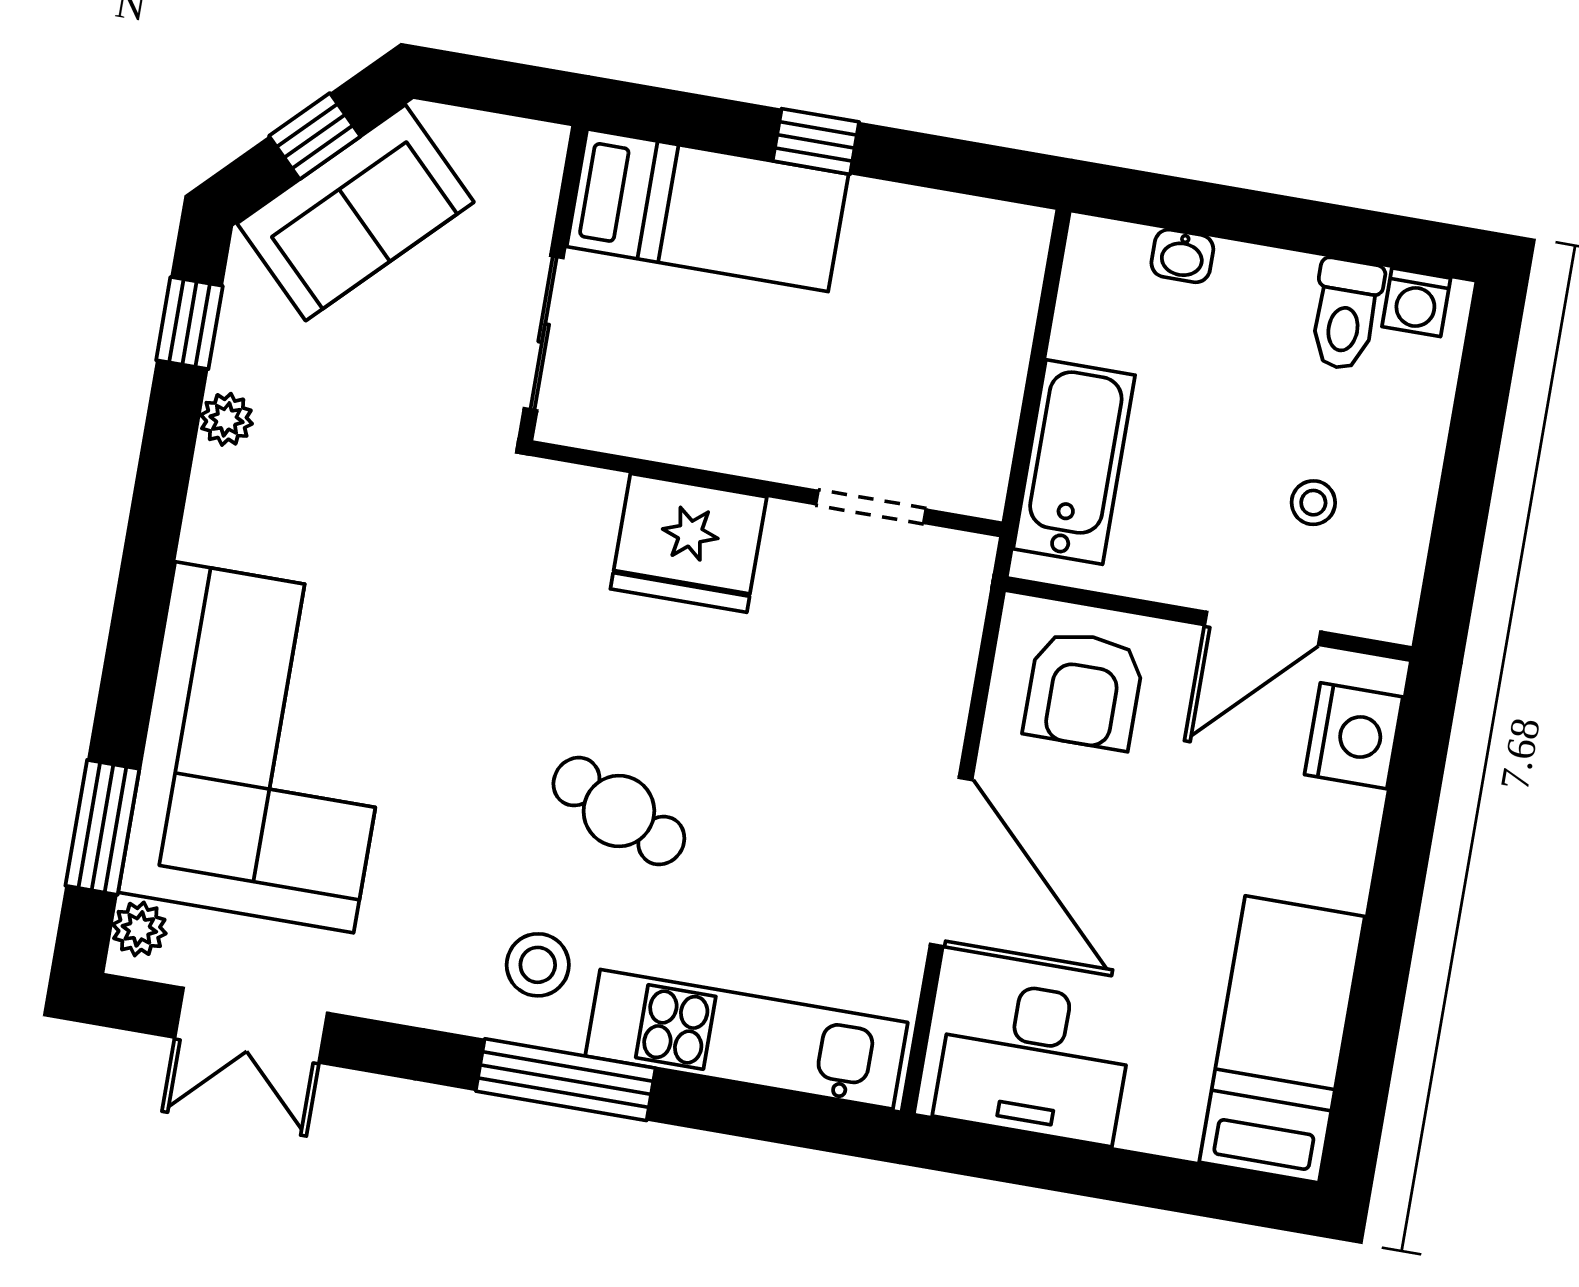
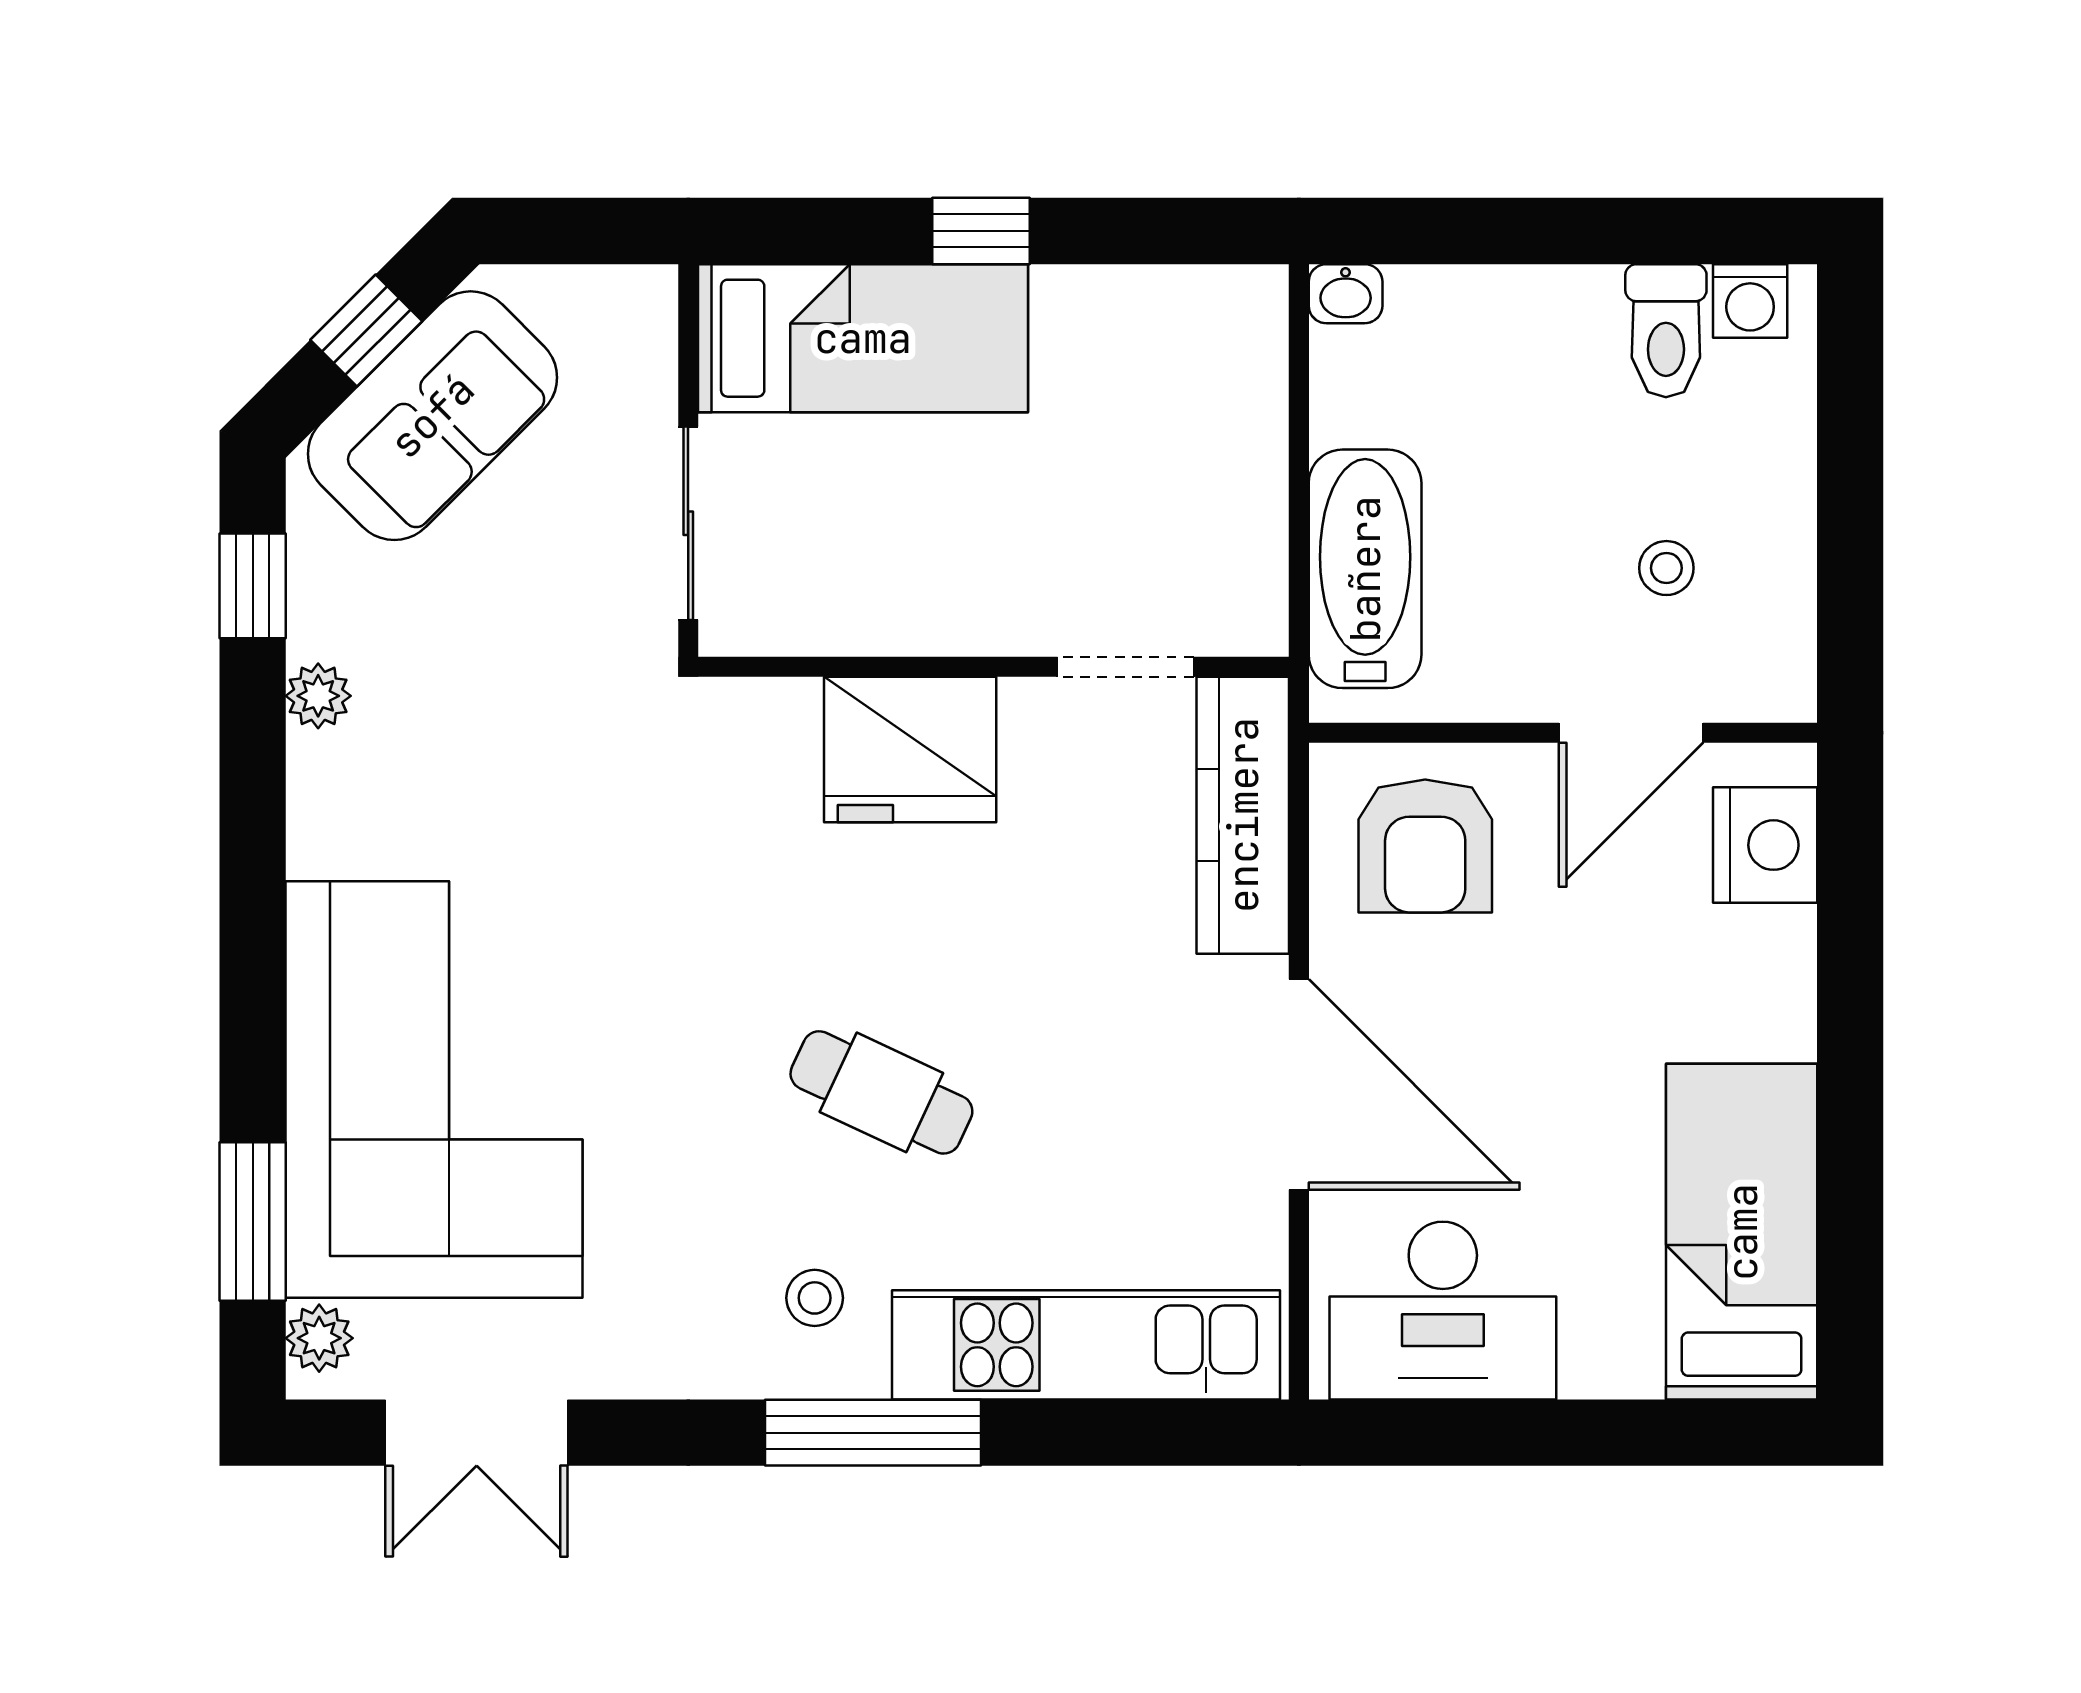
washbasin: (1182, 256) -> (1346, 294), moved
kitchen counter: (943, 641) -> (1243, 815), added
stool: (538, 965) -> (815, 1298), width x0.73, depth x0.73

